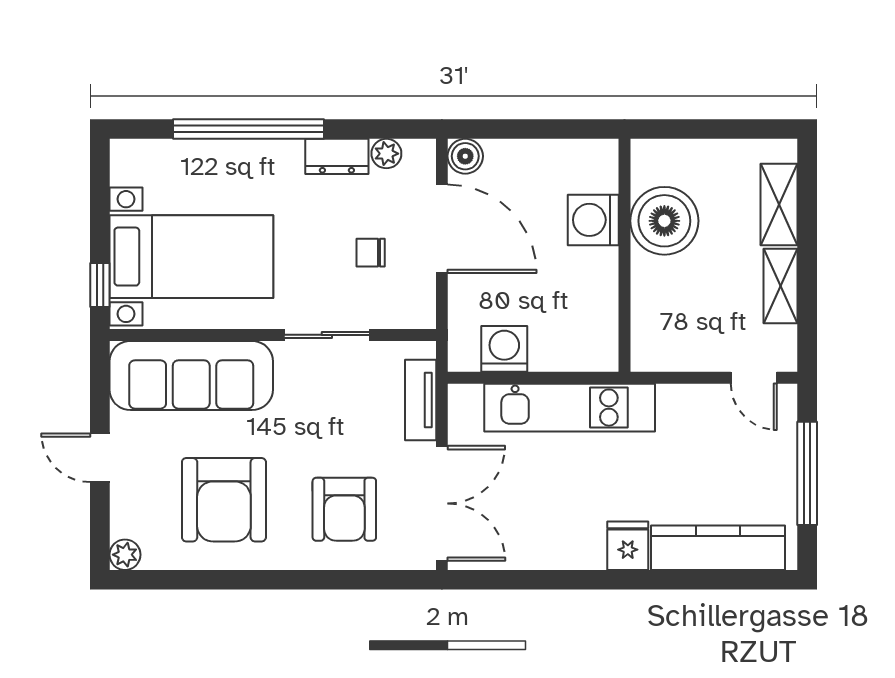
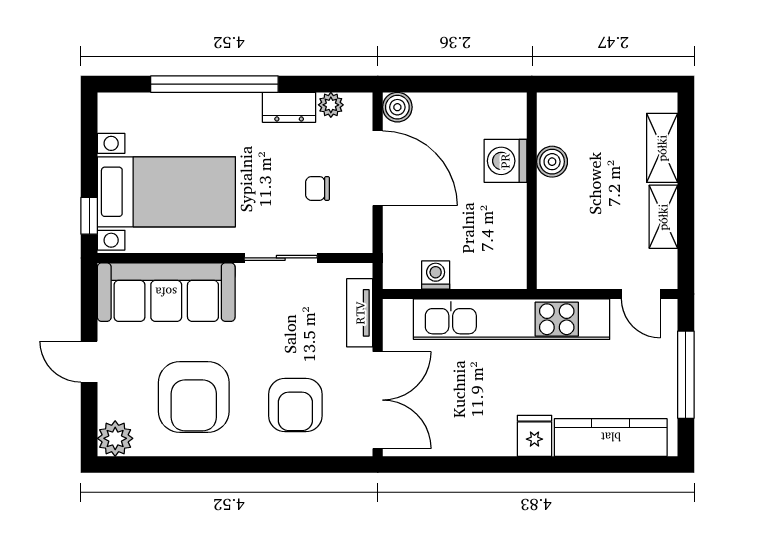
boiler: (664, 221) -> (552, 162), width x0.54, depth x0.54
washing machine: (504, 349) -> (436, 275), width x0.73, depth x0.73
kitchen unit: (570, 408) -> (512, 319), width x1.36
plant: (125, 555) -> (115, 438), width x1.38, depth x1.38

